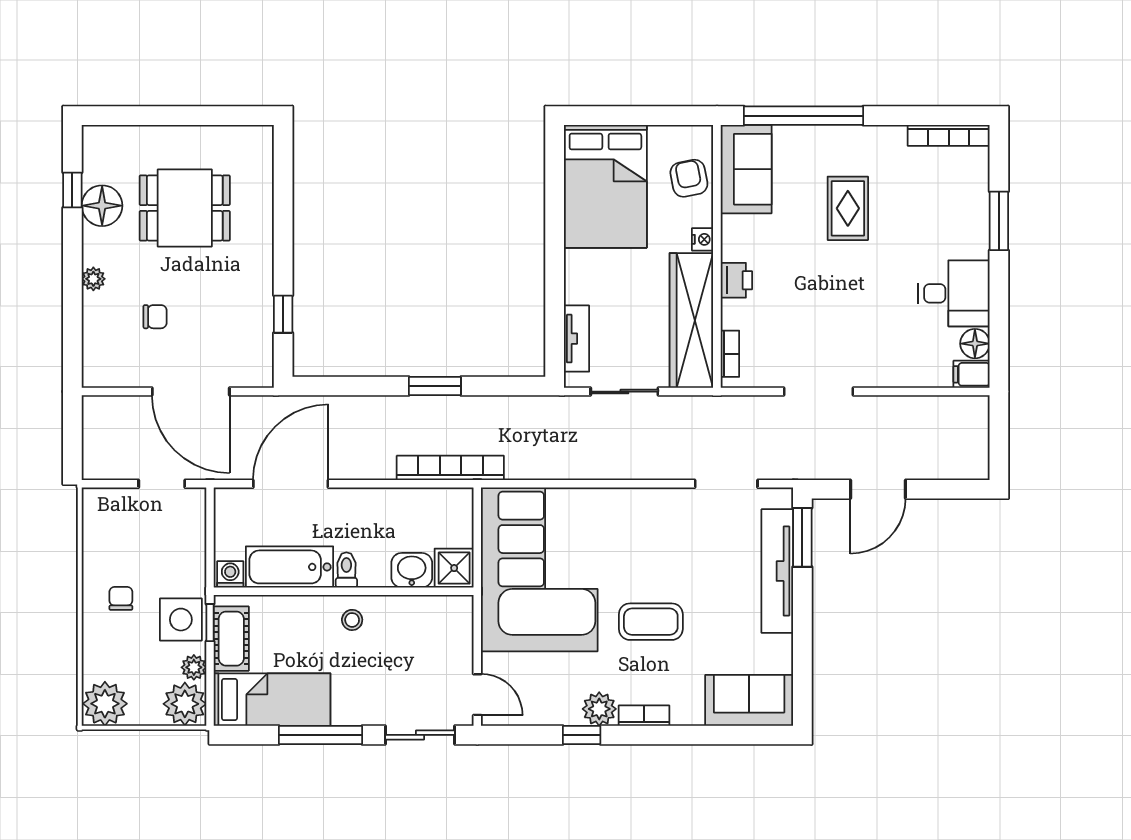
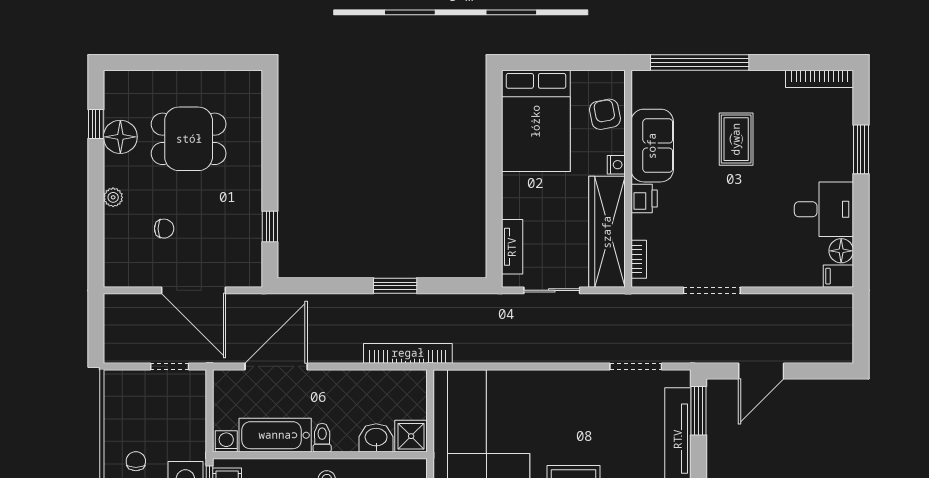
sofa: (746, 169) -> (652, 146), moved

